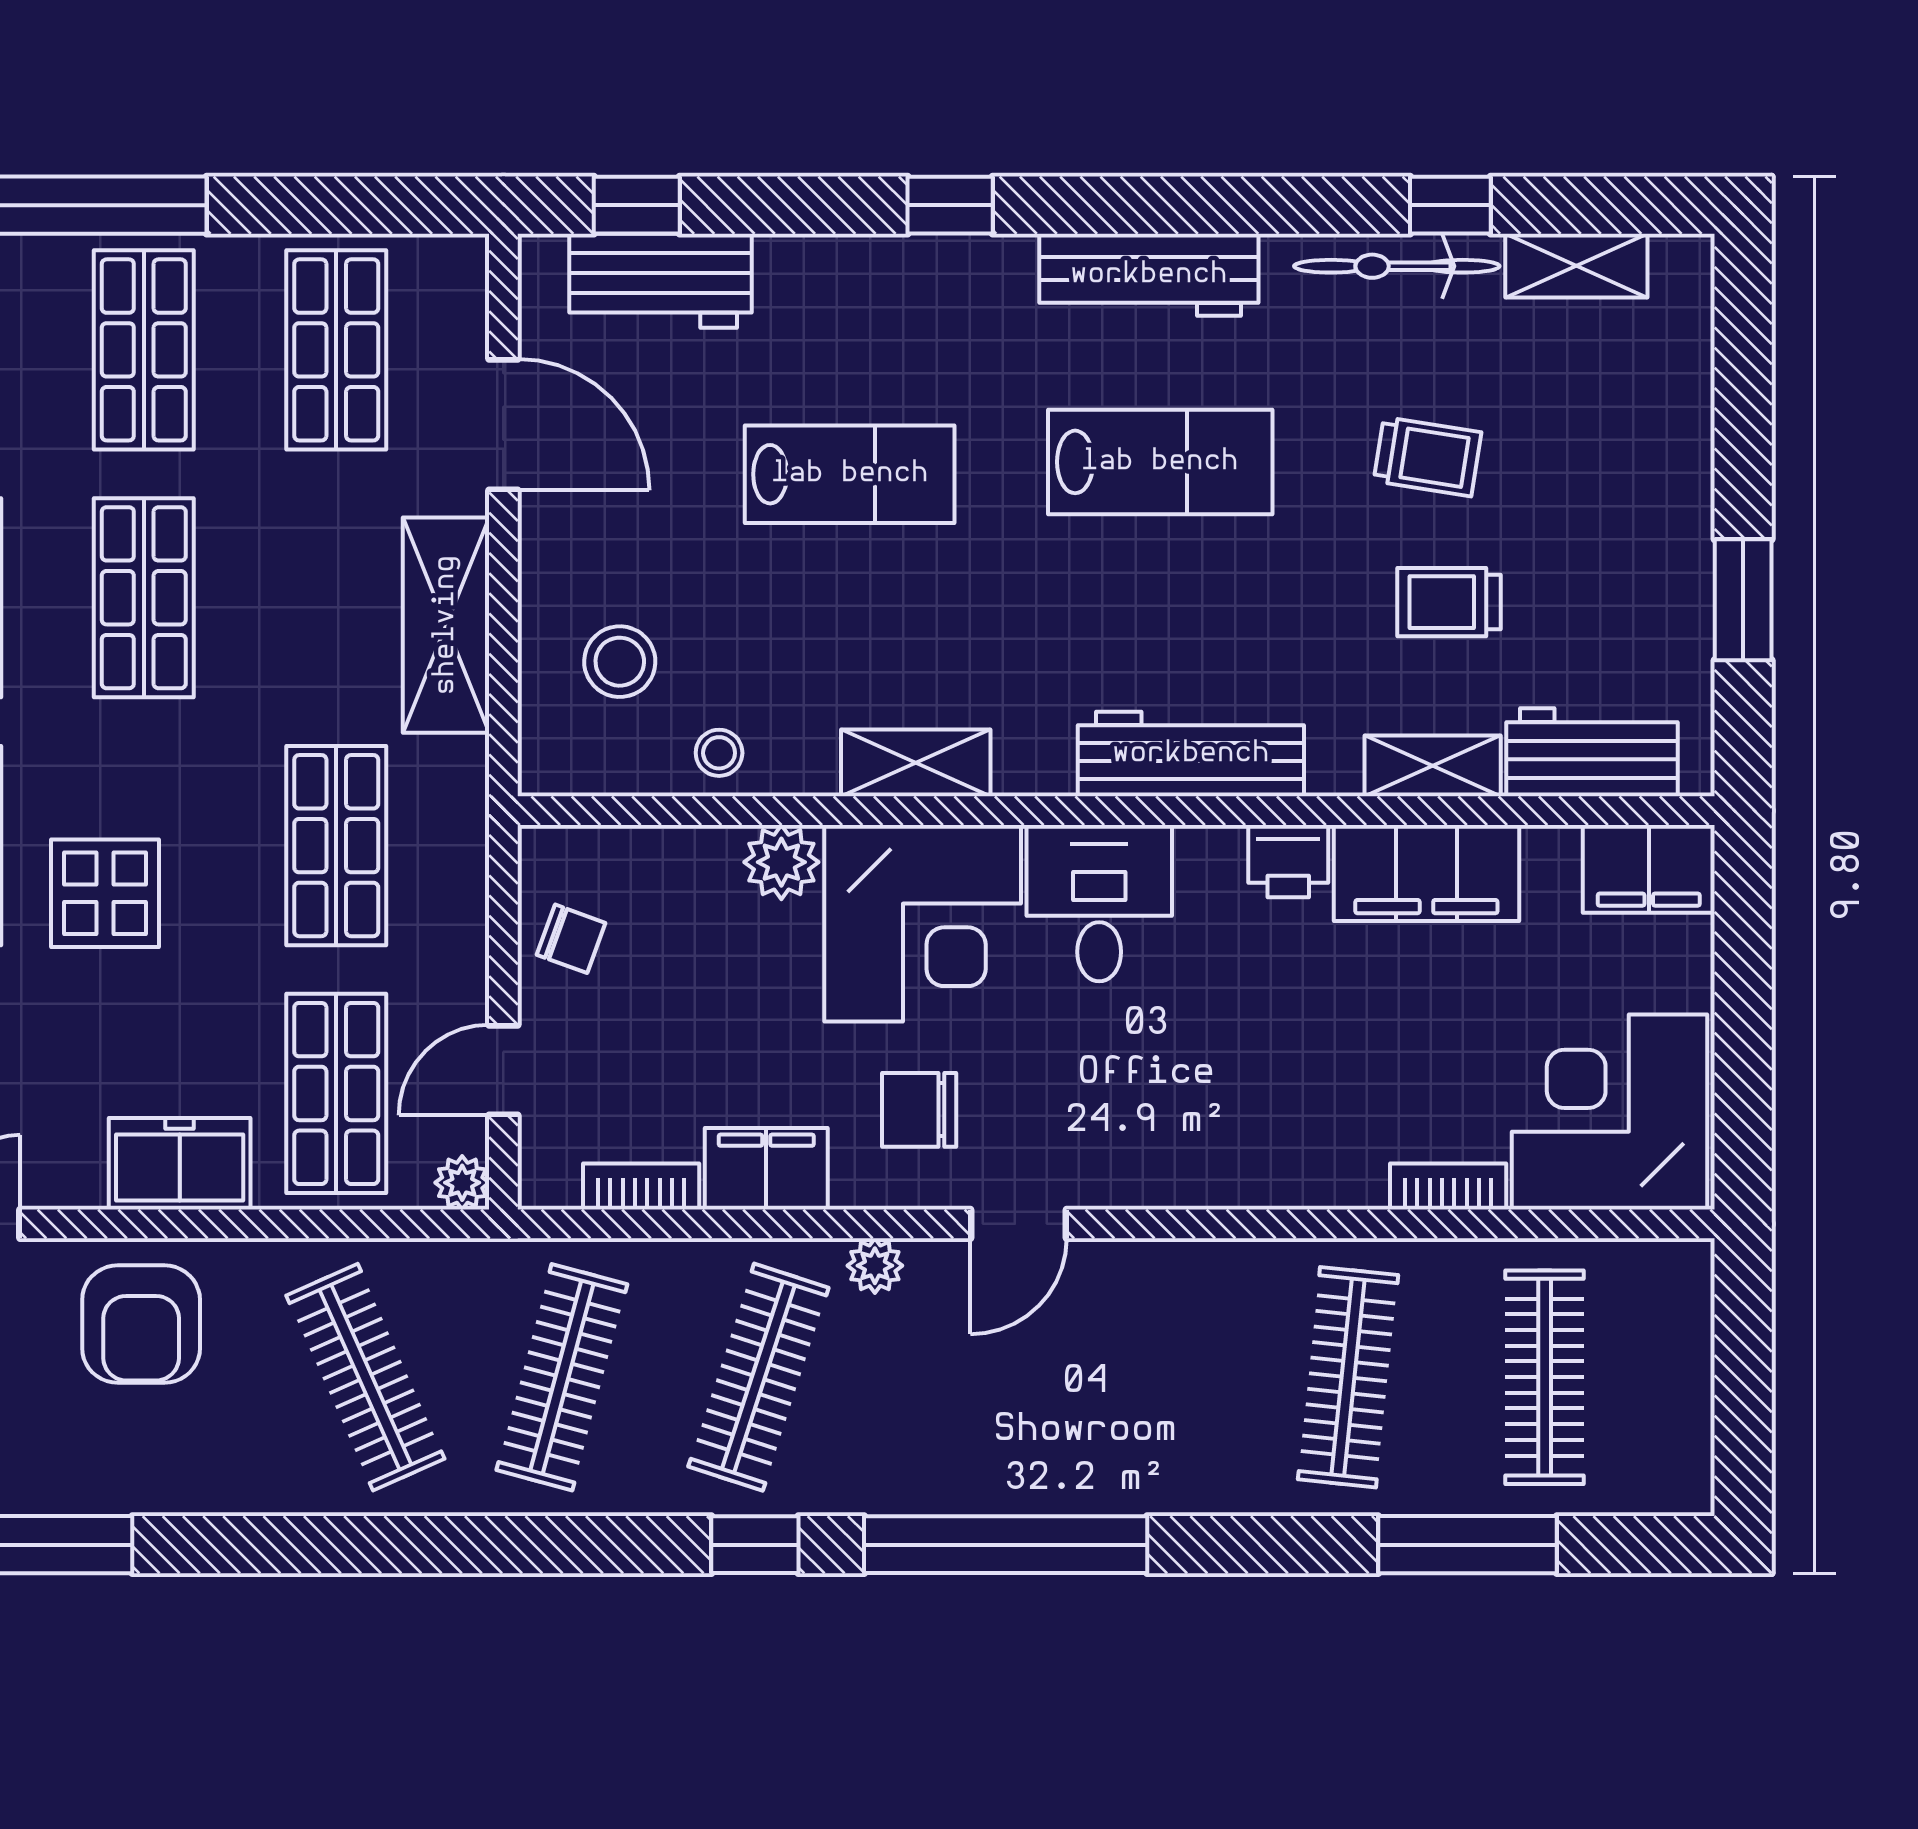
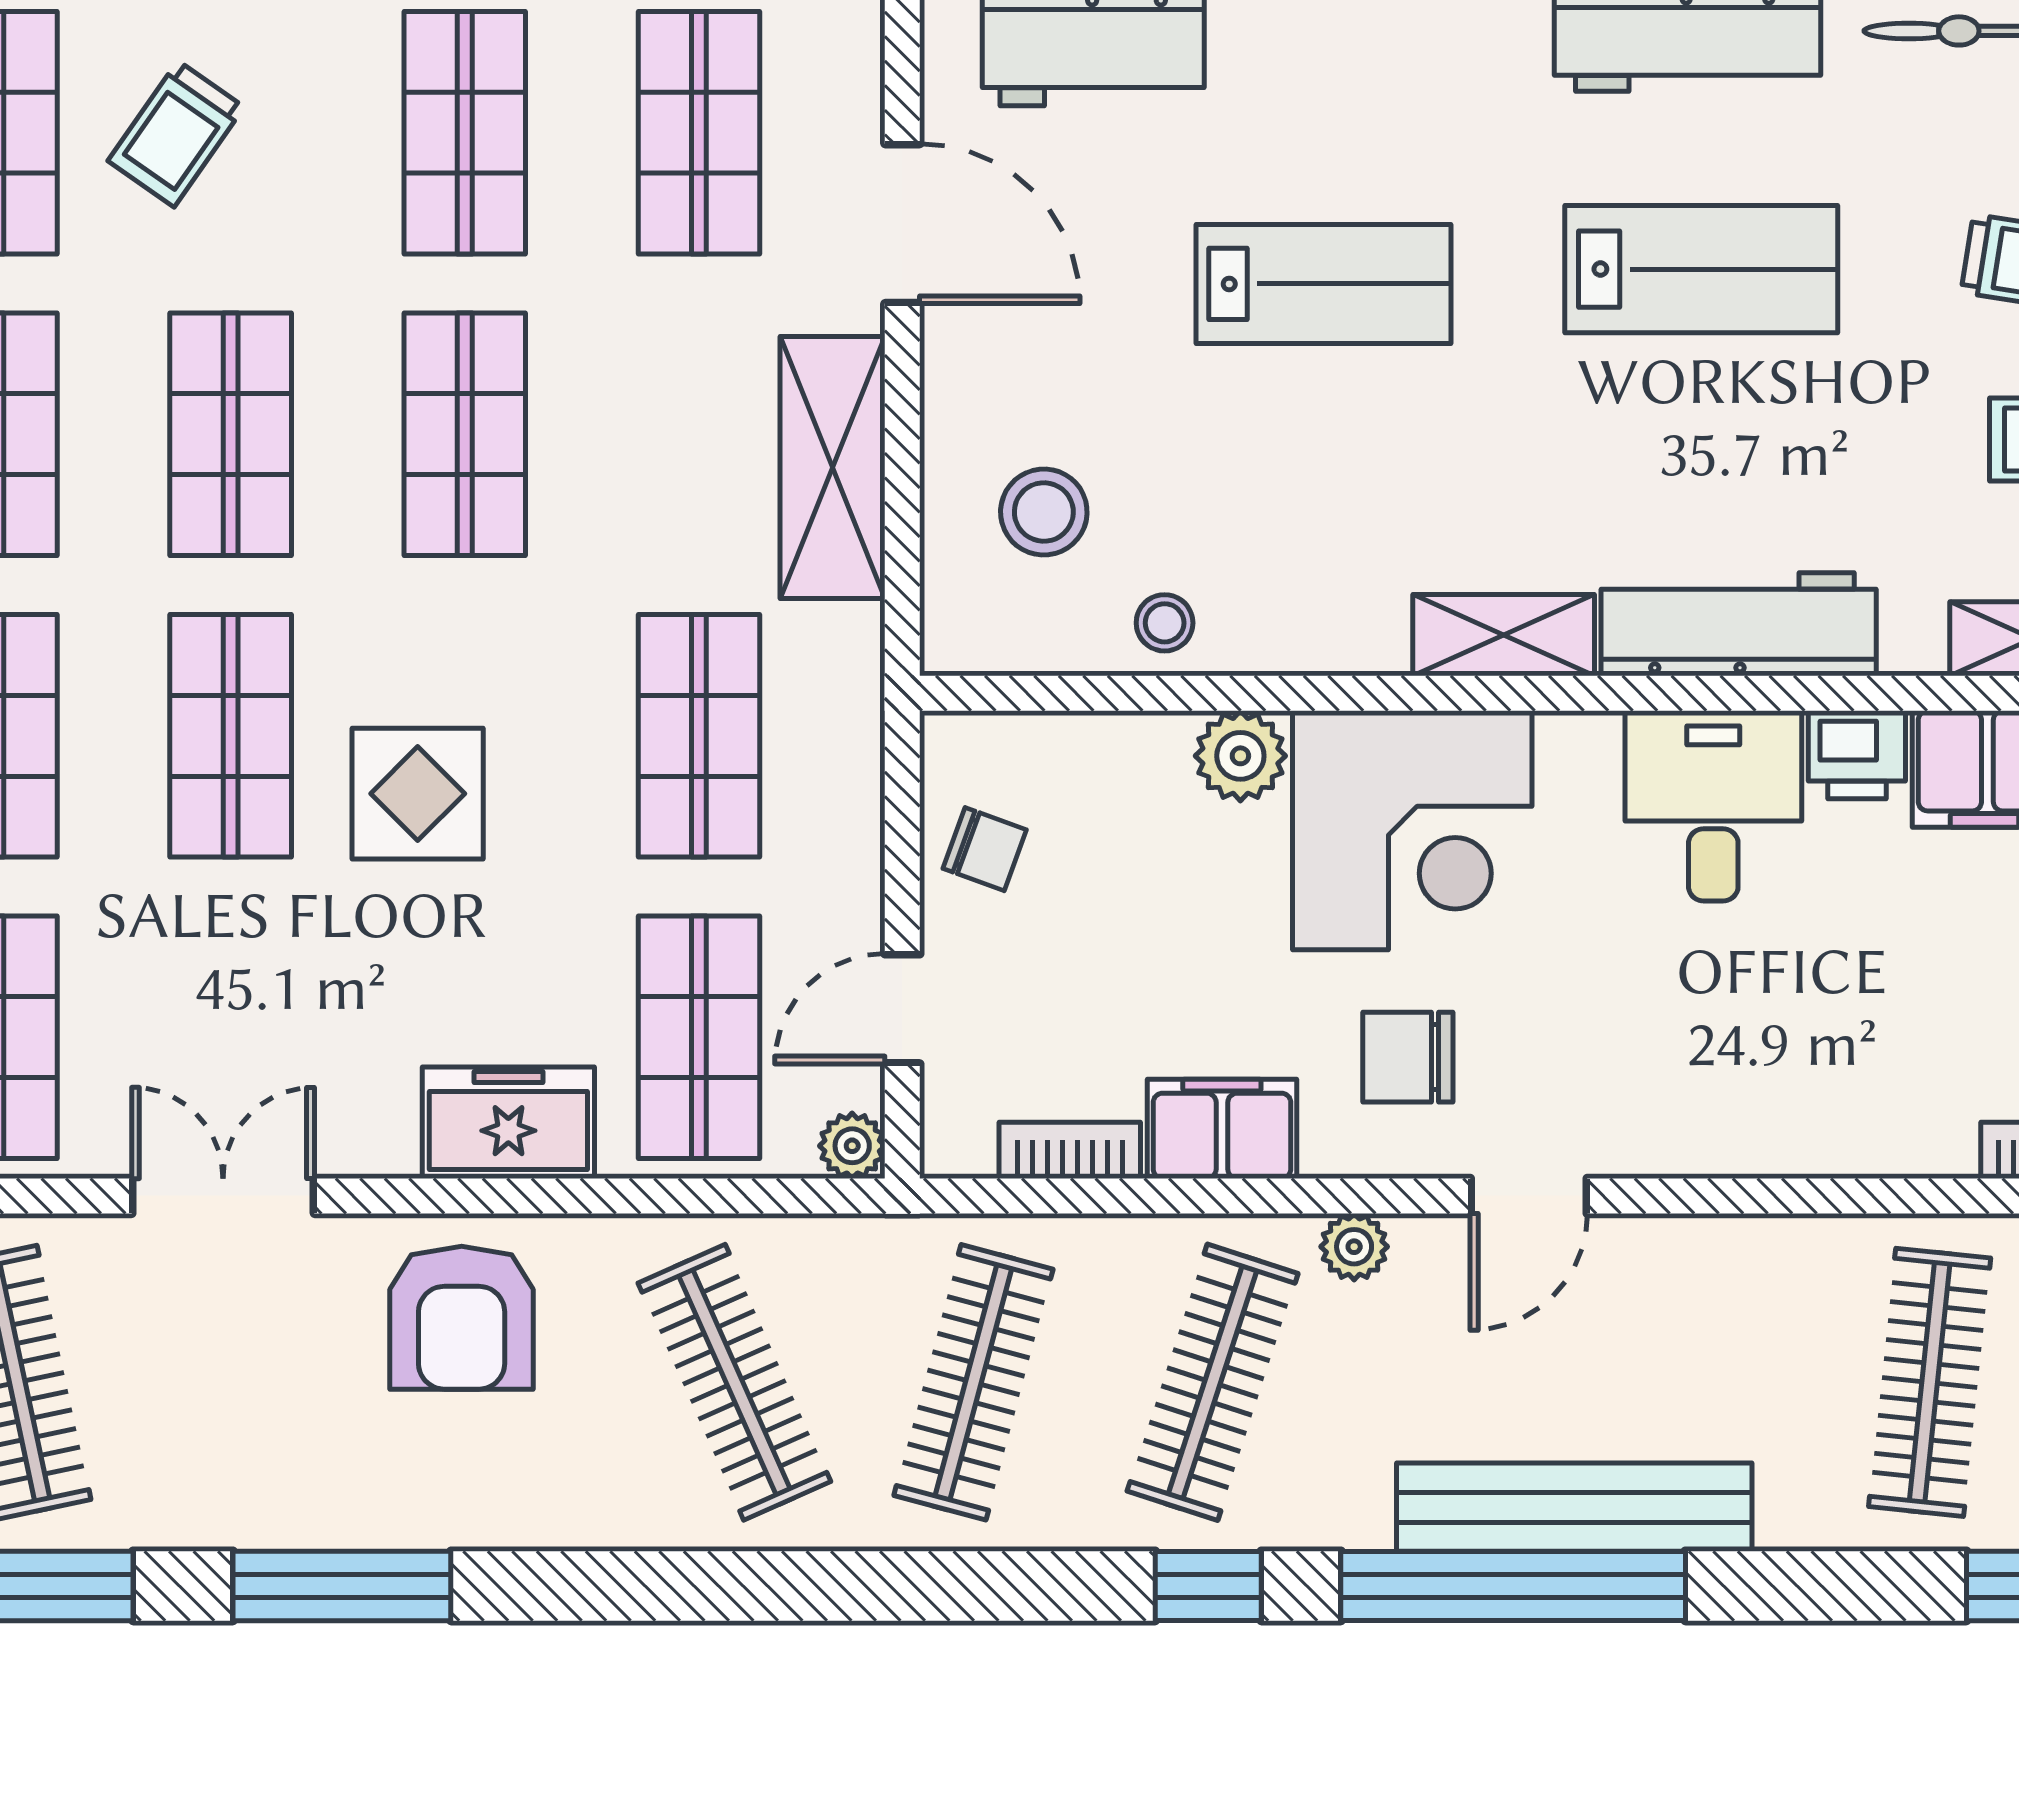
shelving: (916, 763) -> (1504, 635), moved
desk: (1099, 903) -> (1713, 806), moved
bench: (1056, 1480) -> (1574, 1507), added

